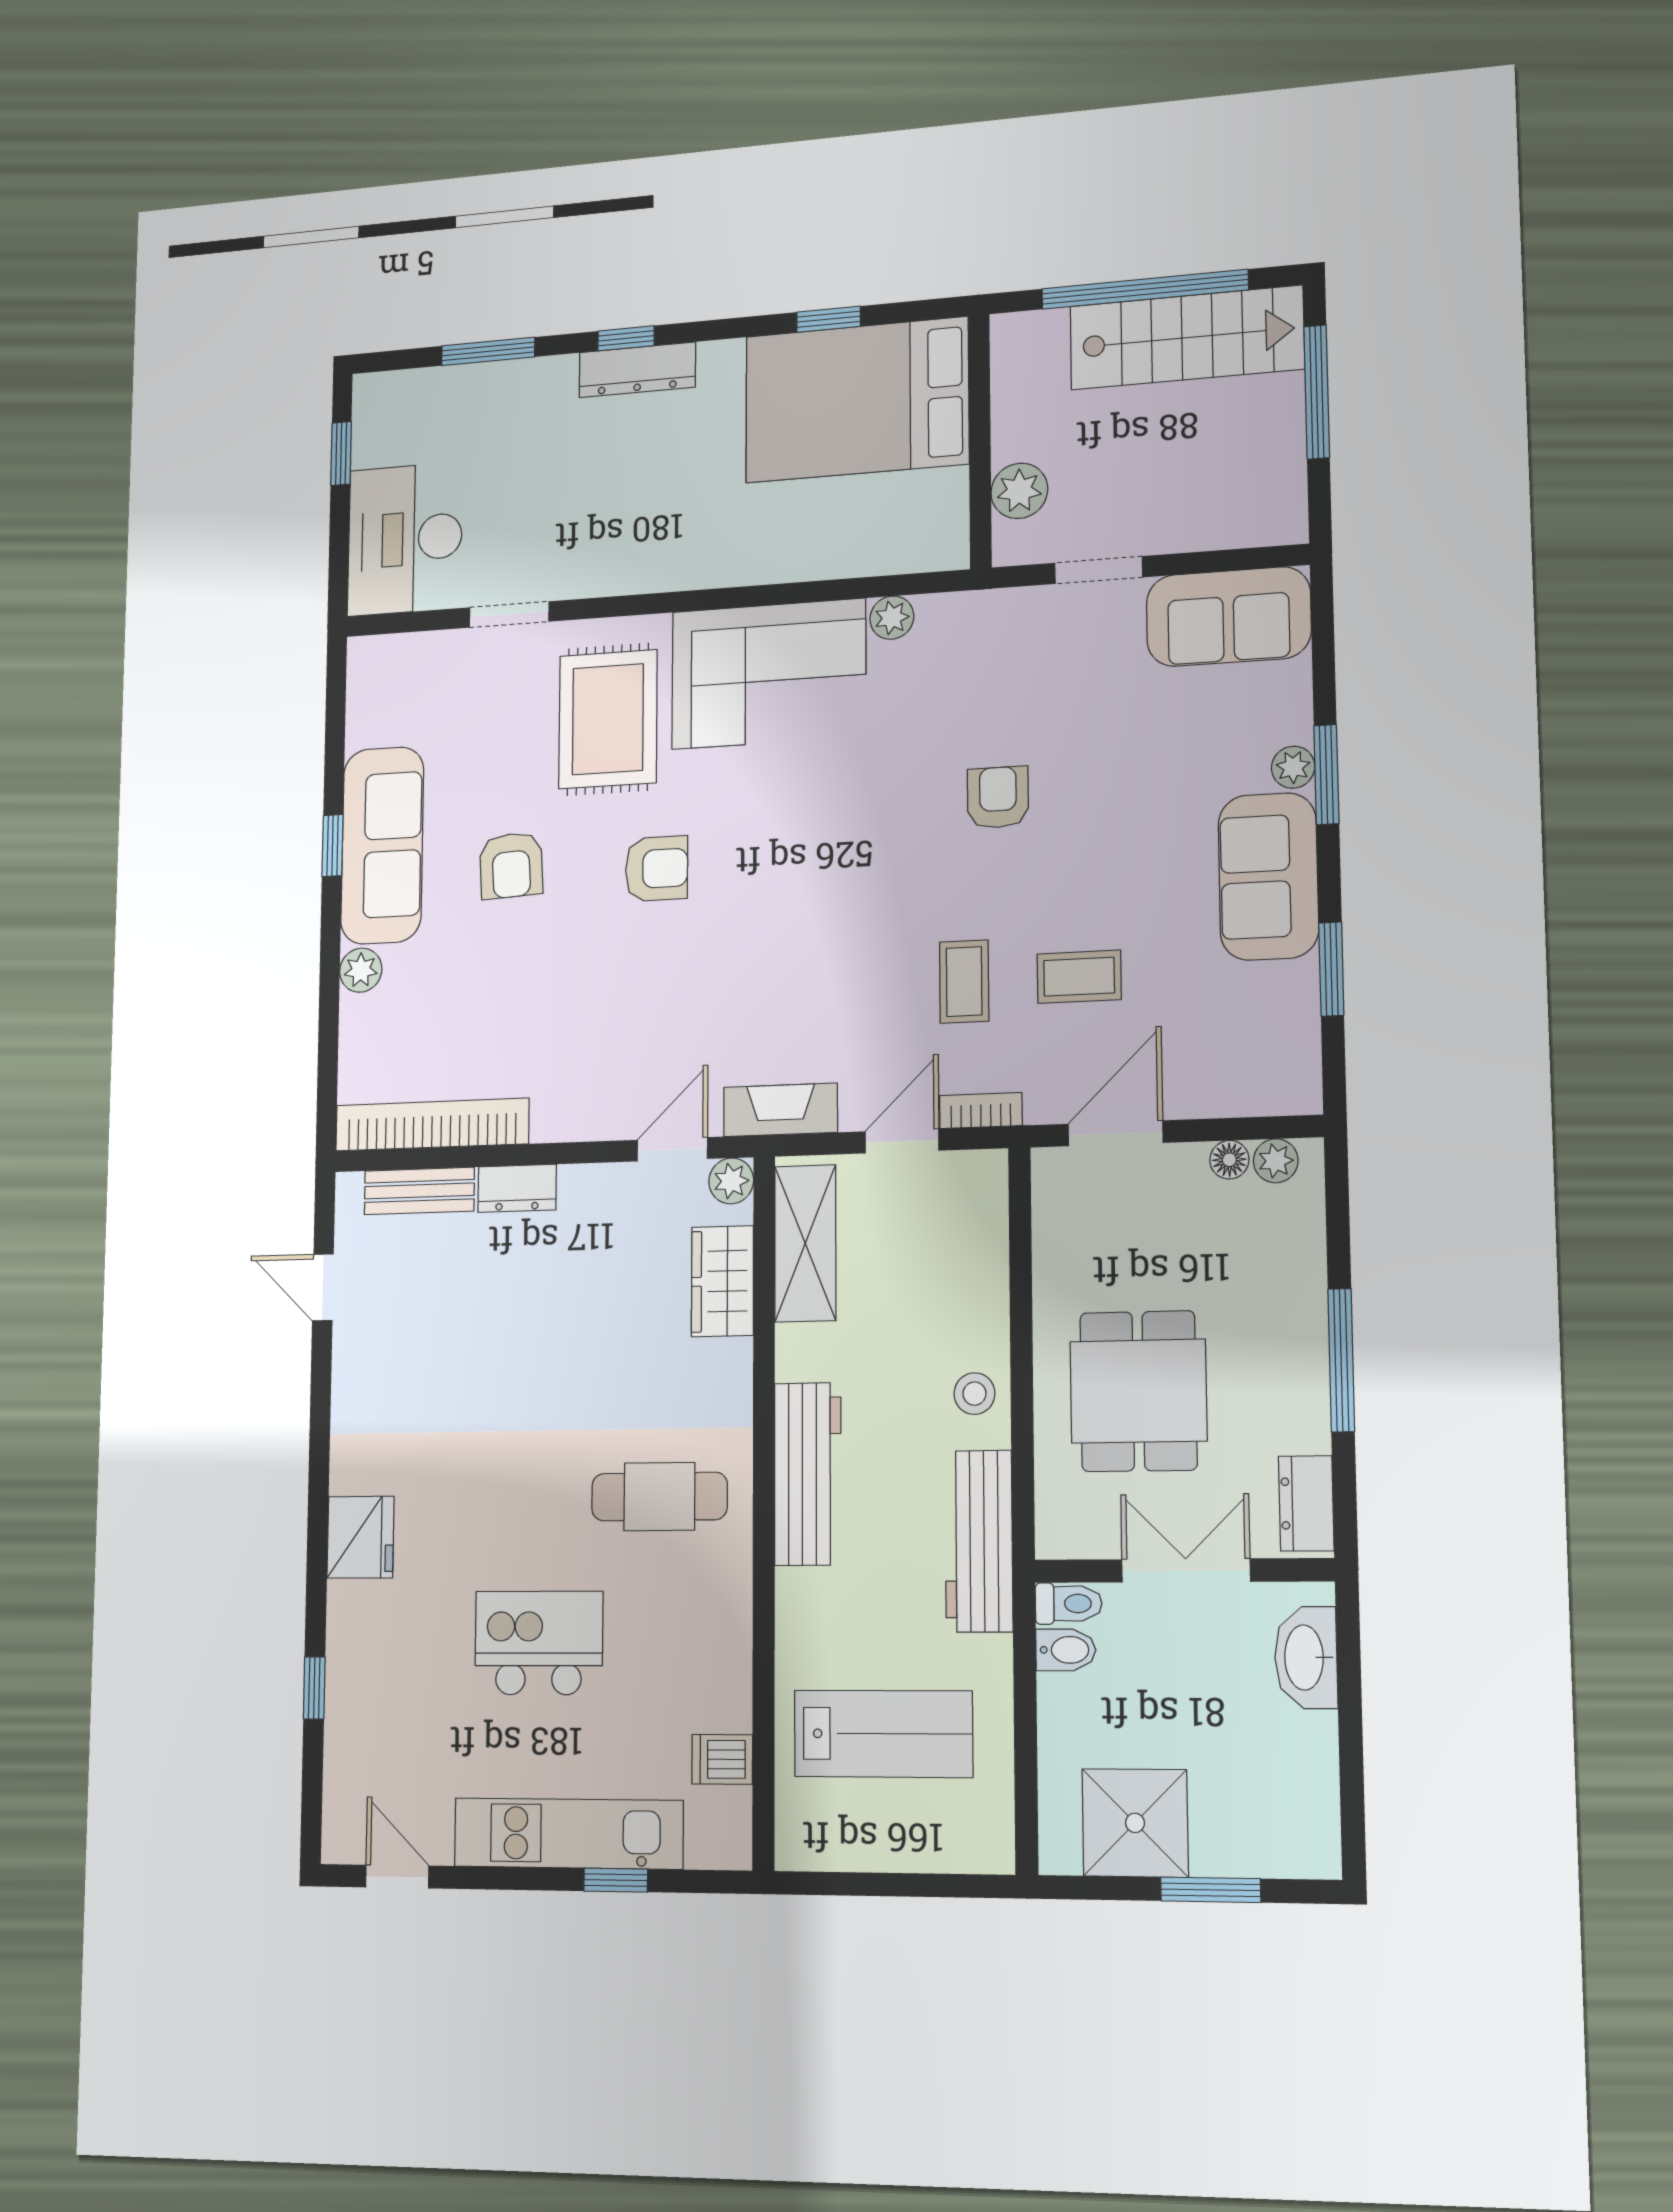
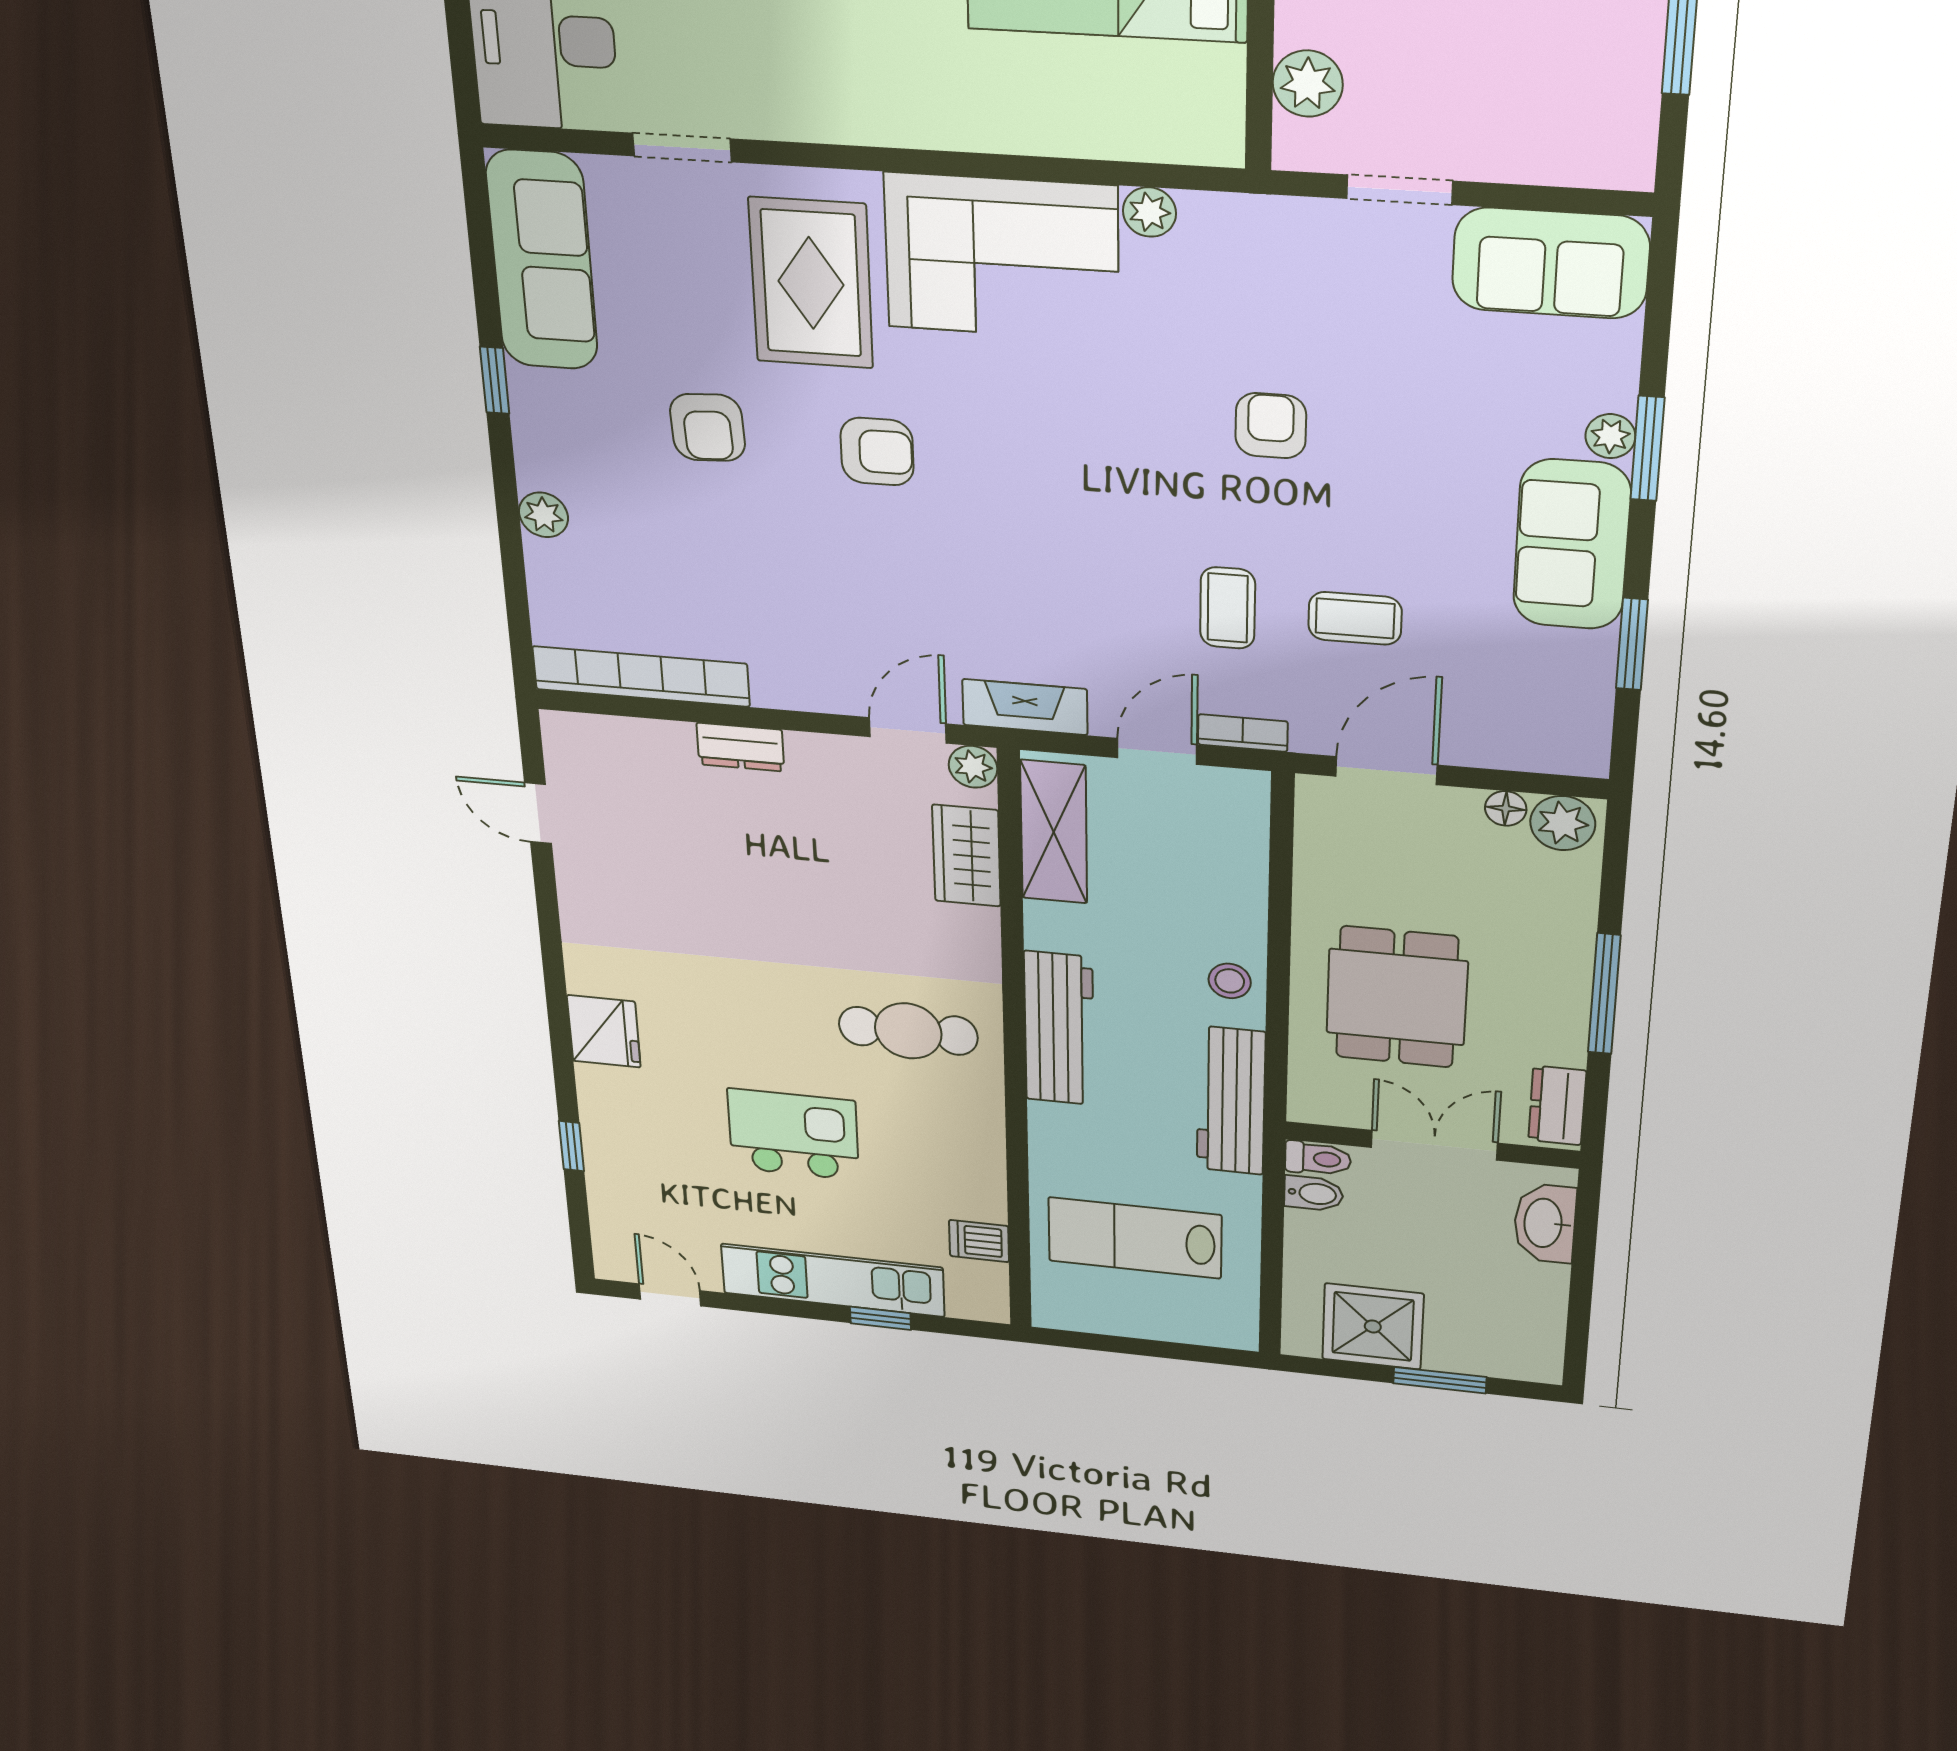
sofa: (382, 845) -> (542, 261), moved
plant: (1276, 1161) -> (1563, 823), width x1.38, depth x1.38
bench: (419, 1191) -> (633, 737), removed
lab bench: (883, 1734) -> (1135, 1238), turned 180

